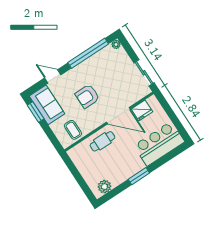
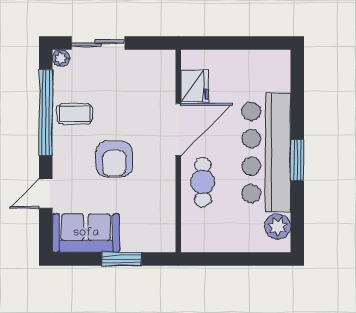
sliding door: (144, 73) -> (98, 43), moved
window: (36, 112) -> (121, 259), moved
coffee table: (73, 130) -> (75, 114), moved
bar counter: (159, 144) -> (266, 152), moved, width x1.36

